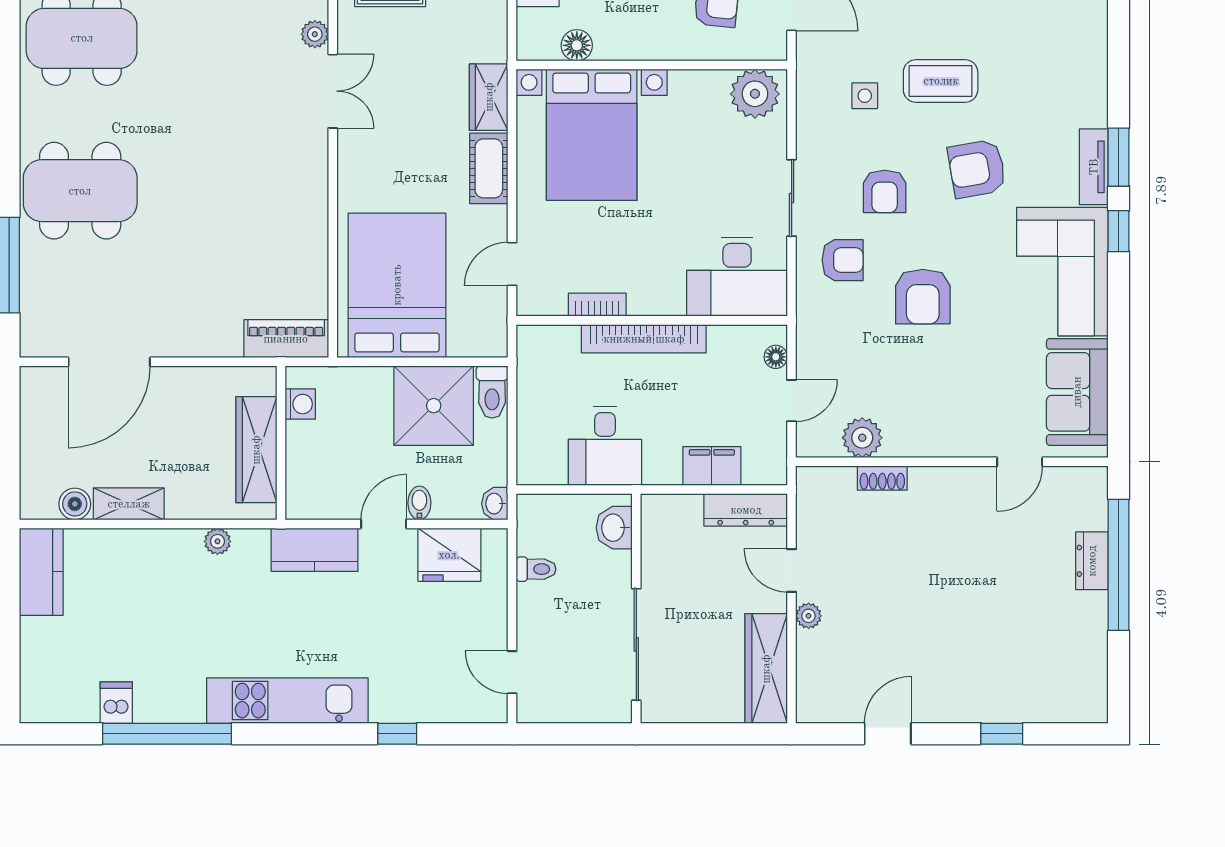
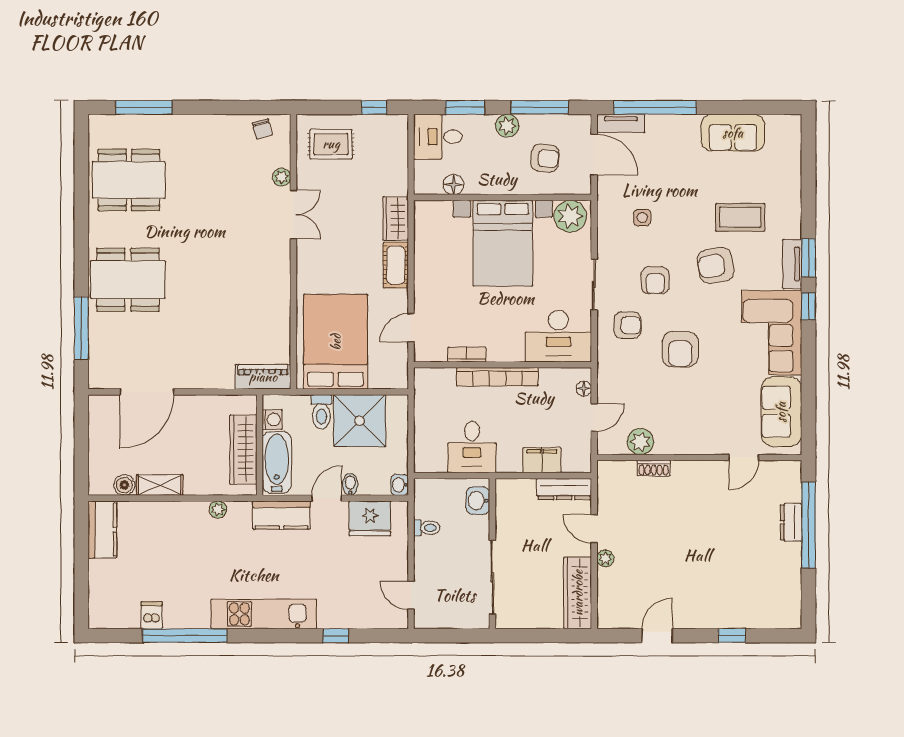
coffee table: (941, 81) -> (740, 217), moved
bed with nightstands: (592, 135) -> (503, 243), moved
toilet: (492, 392) -> (321, 412), moved
bathtub: (307, 469) -> (277, 462), added

